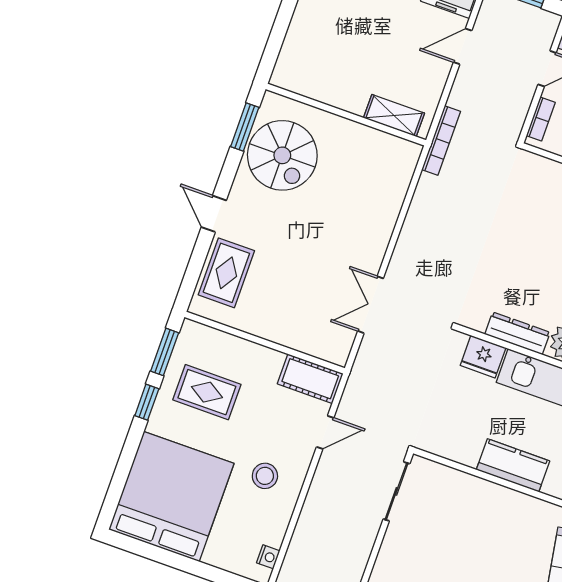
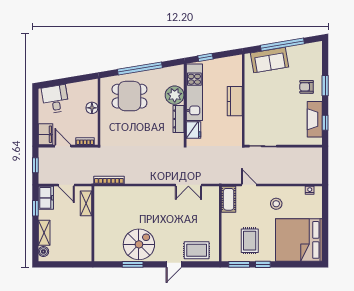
wall: (346, 115) -> (93, 224), moved
shelving: (394, 116) -> (86, 203), moved

